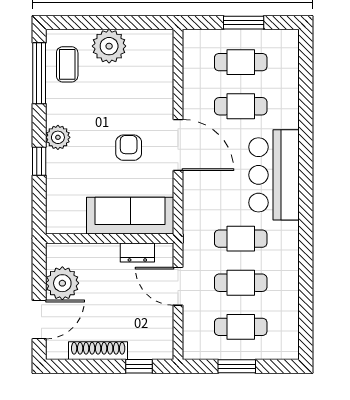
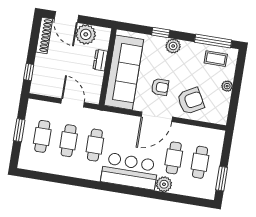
window: (244, 23) -> (222, 179), moved
plant: (109, 46) -> (227, 86), width x0.53, depth x0.53
armchair: (143, 94) -> (191, 101), added
plant: (286, 115) -> (164, 184), added
sofa: (130, 216) -> (124, 72), width x1.36, depth x1.27
dresser: (137, 253) -> (100, 60), moved
door: (178, 286) -> (73, 103), hinge flipped
shoe rack: (98, 351) -> (44, 35), moved

